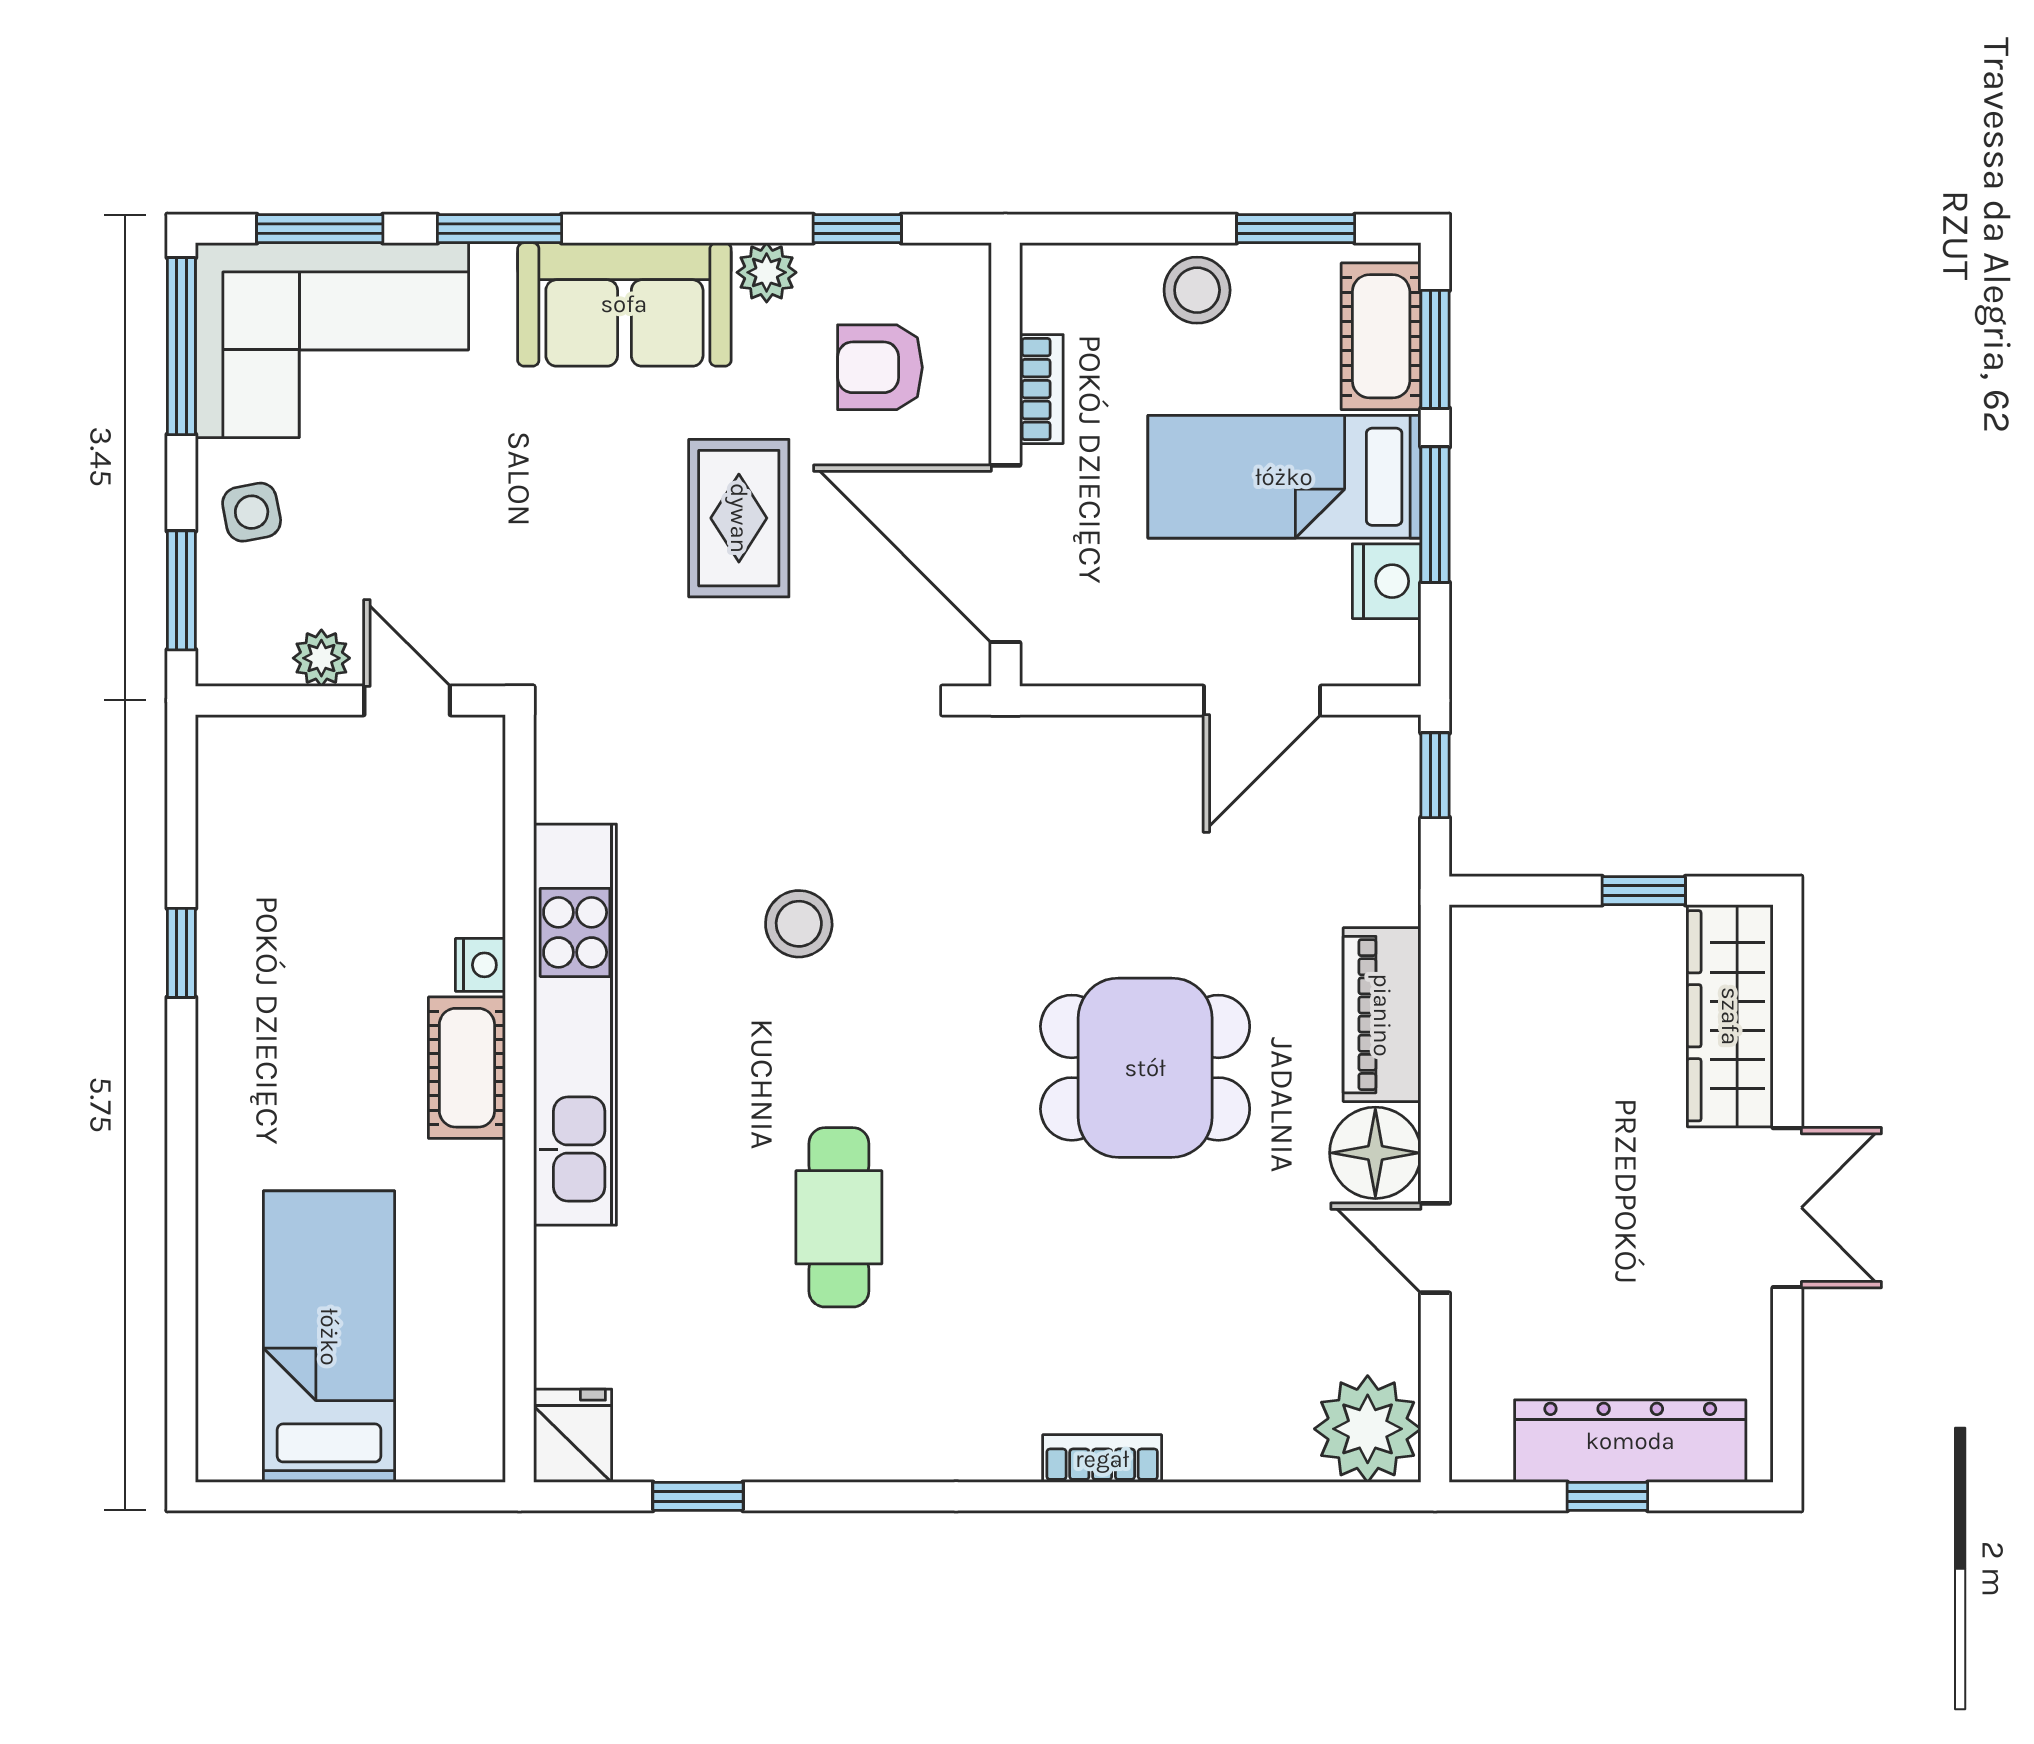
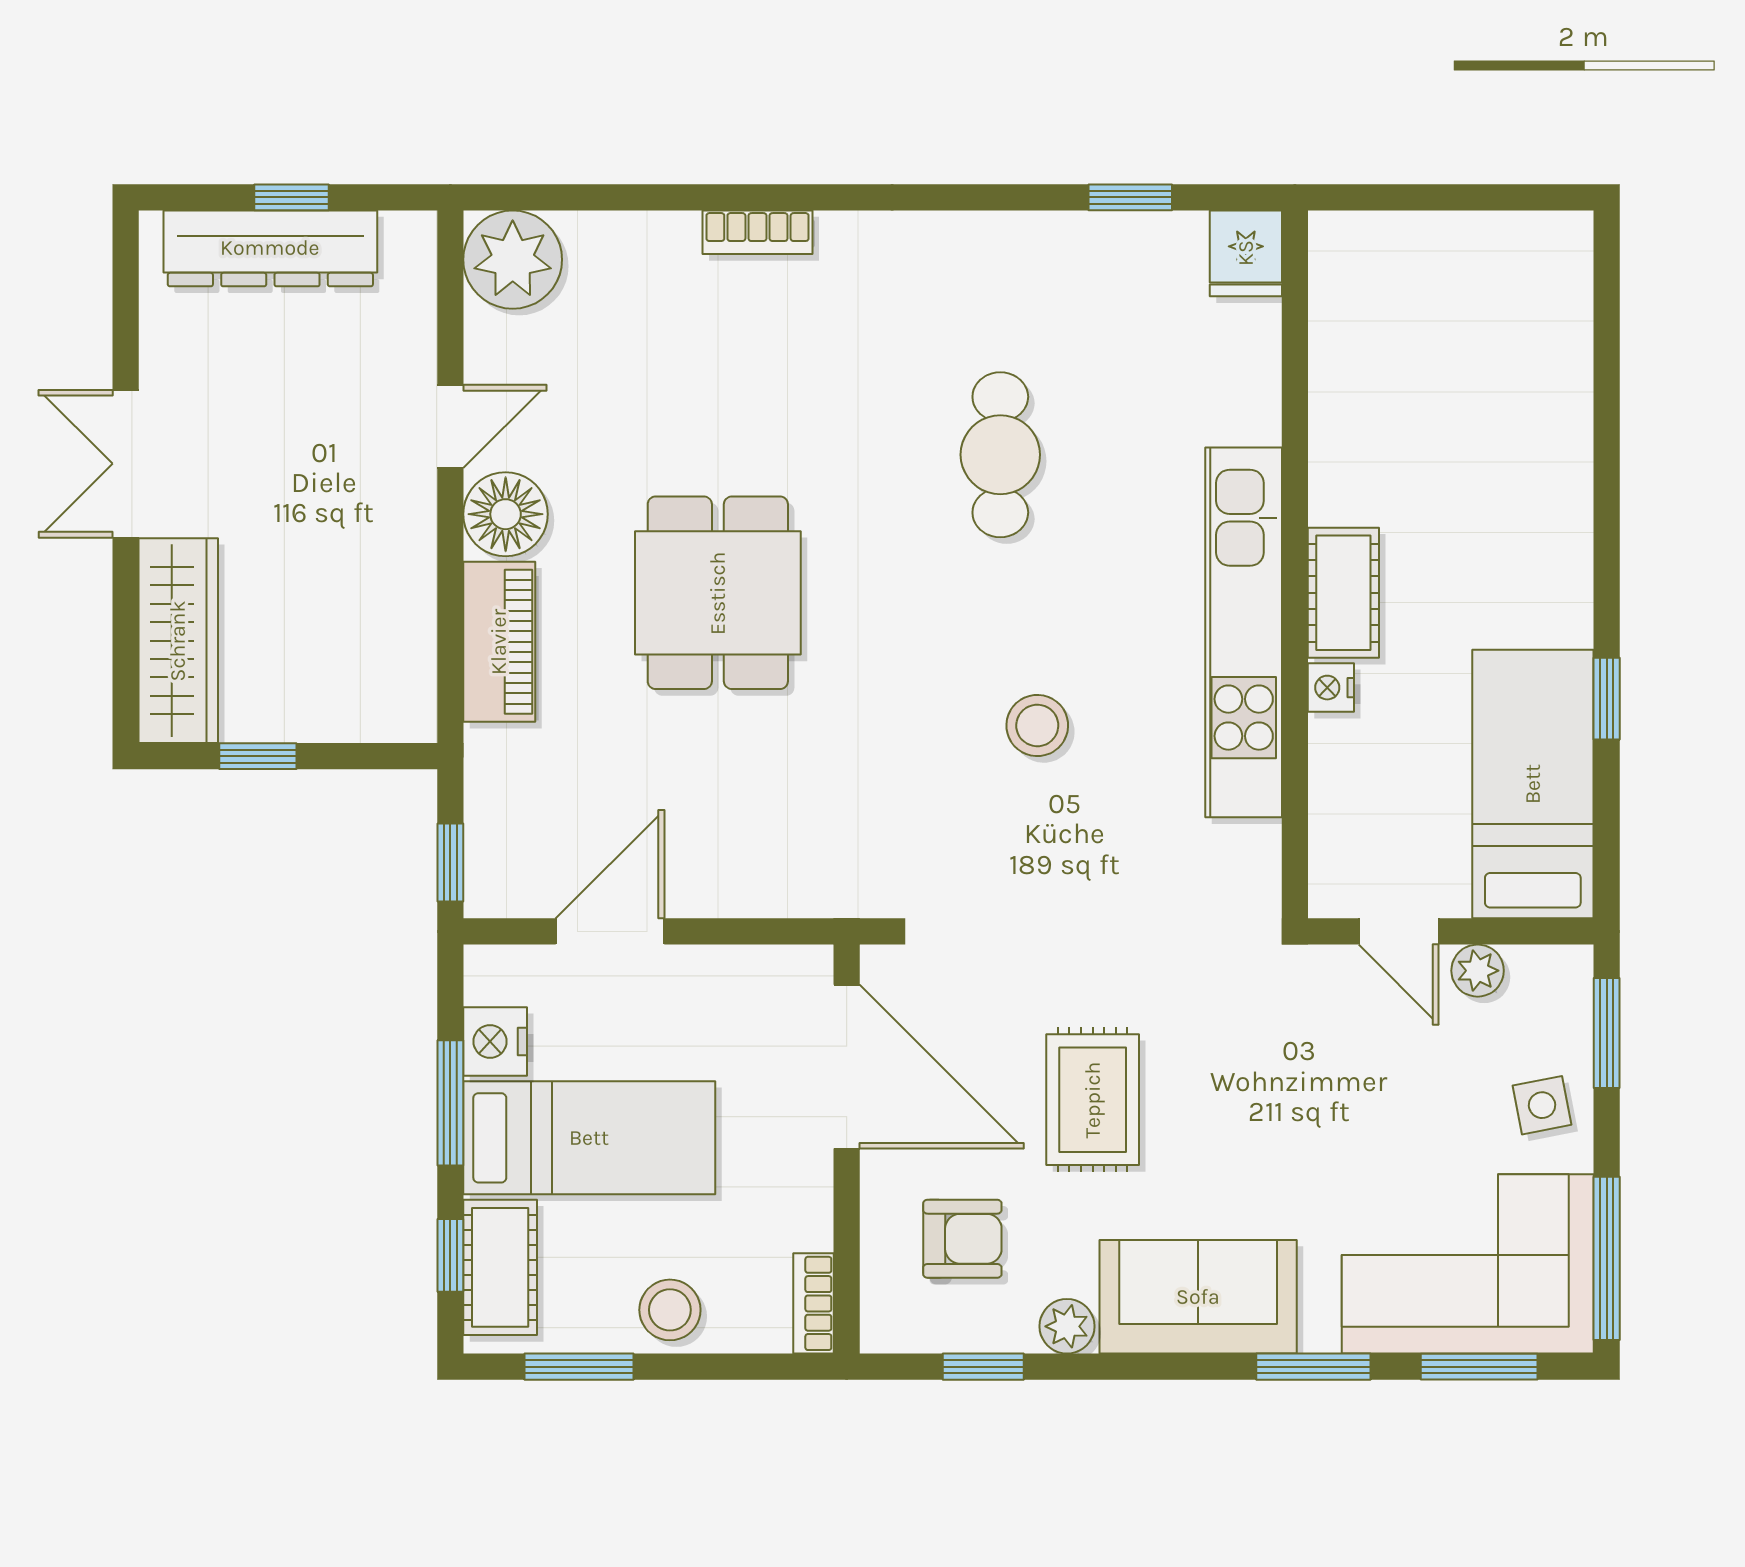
window: (1435, 349) -> (450, 1255), width x0.67
bookcase: (1041, 389) -> (814, 1303), moved
dining table: (1145, 1068) -> (718, 593), turned 90
door: (1435, 1248) -> (450, 426), hinge flipped
bed: (329, 1337) -> (1533, 784), moved, turned 180

